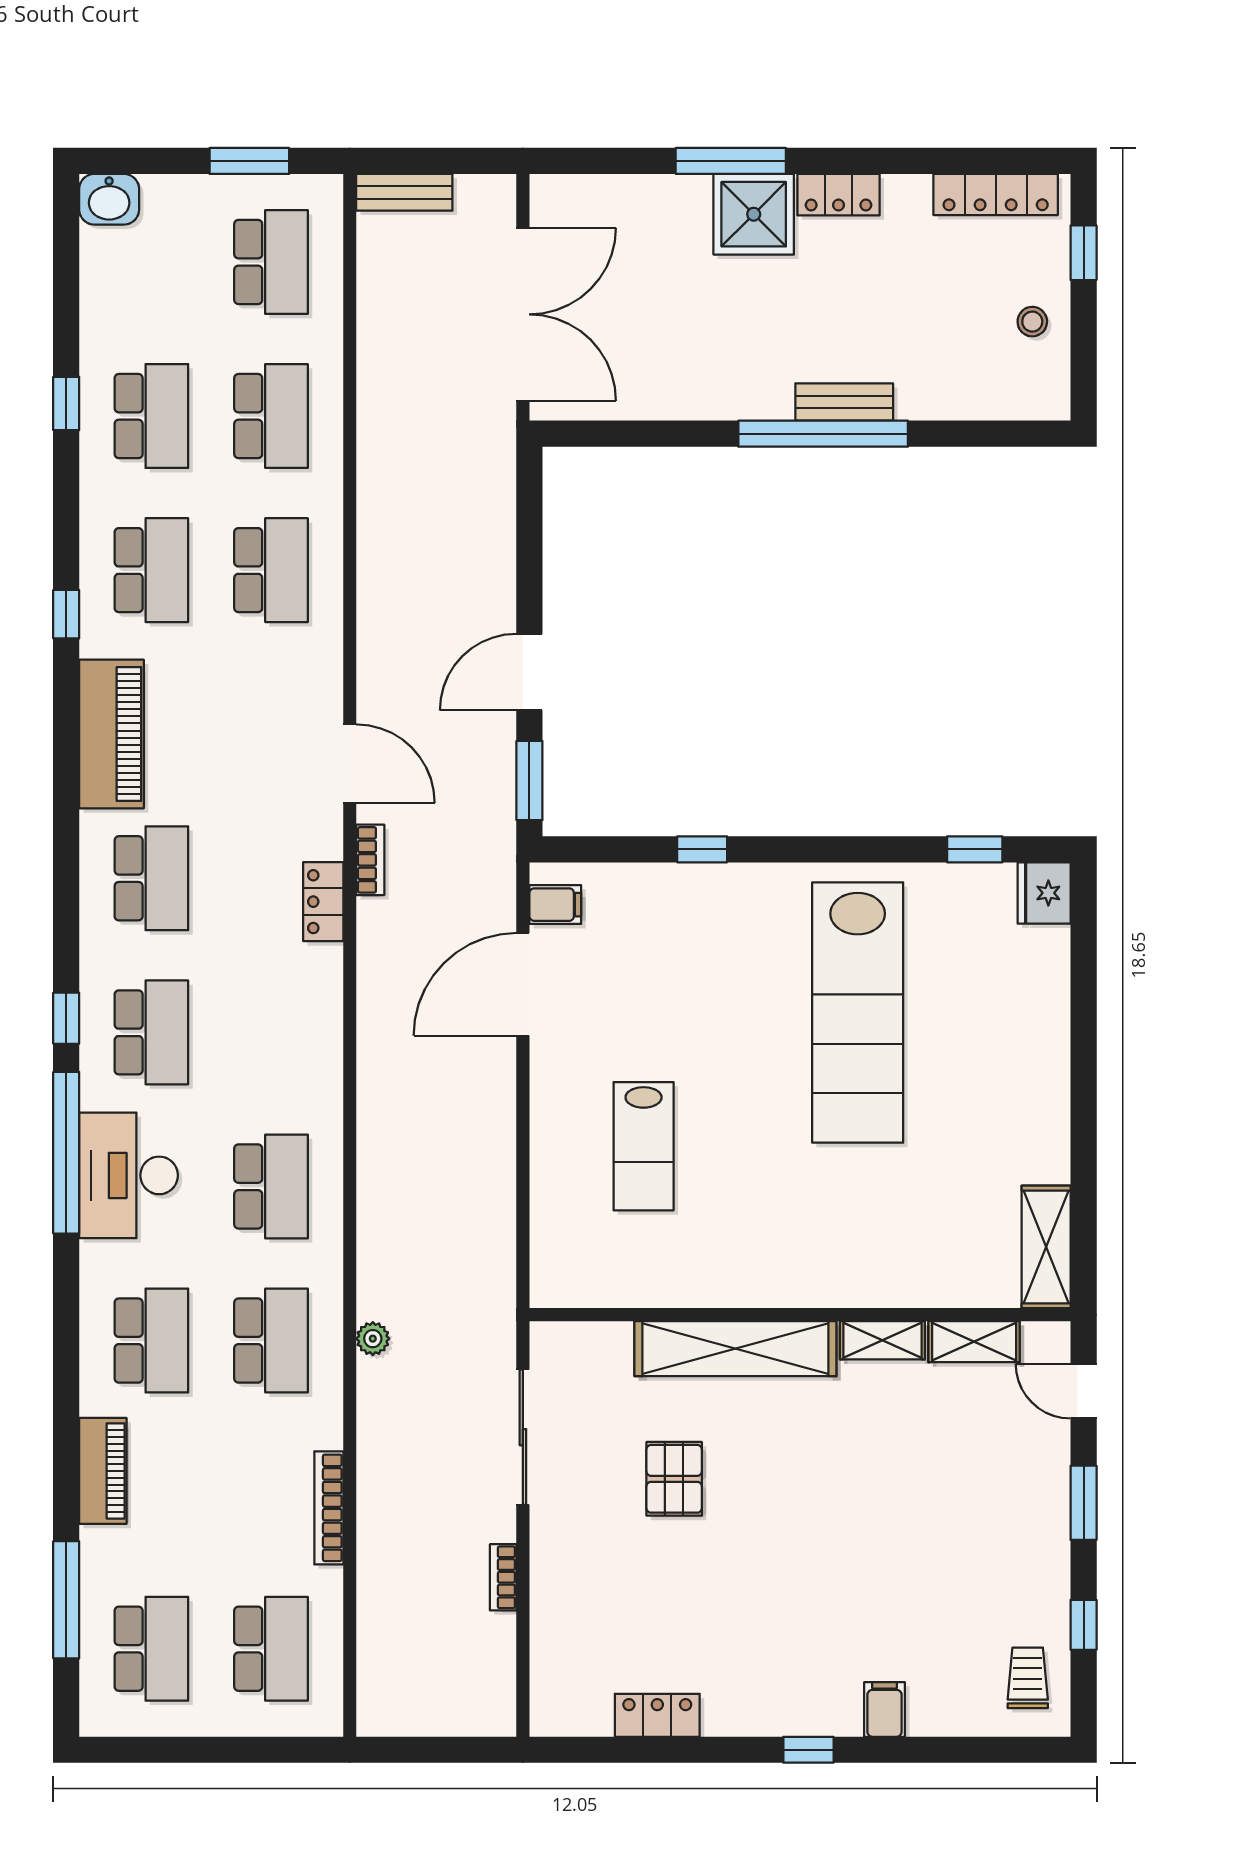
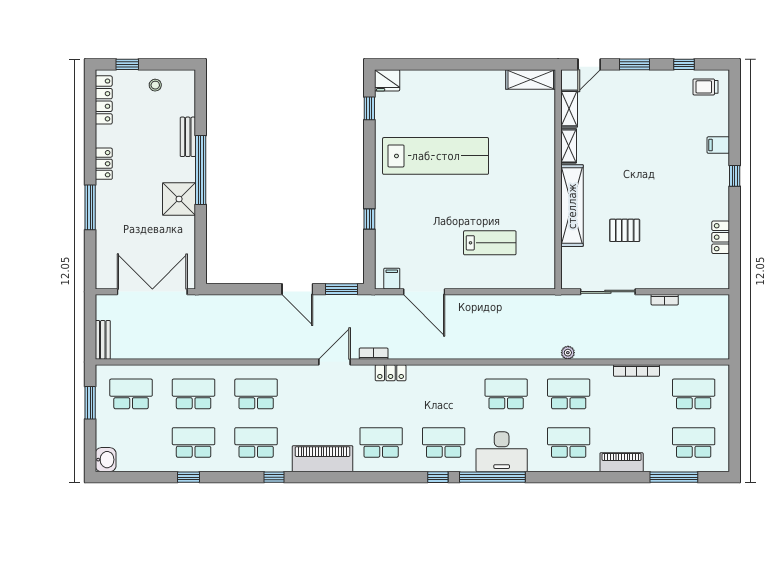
shower: (754, 214) -> (179, 199), moved
bench: (844, 402) -> (188, 137), moved

